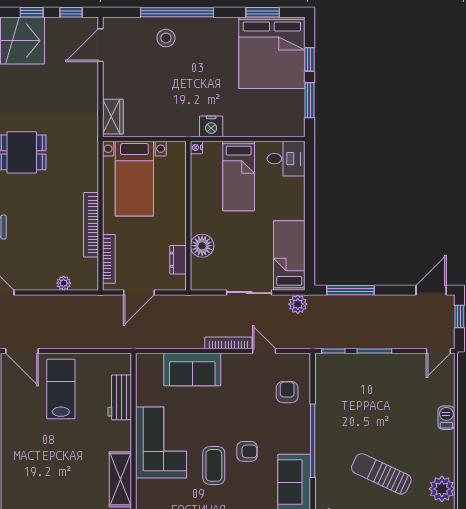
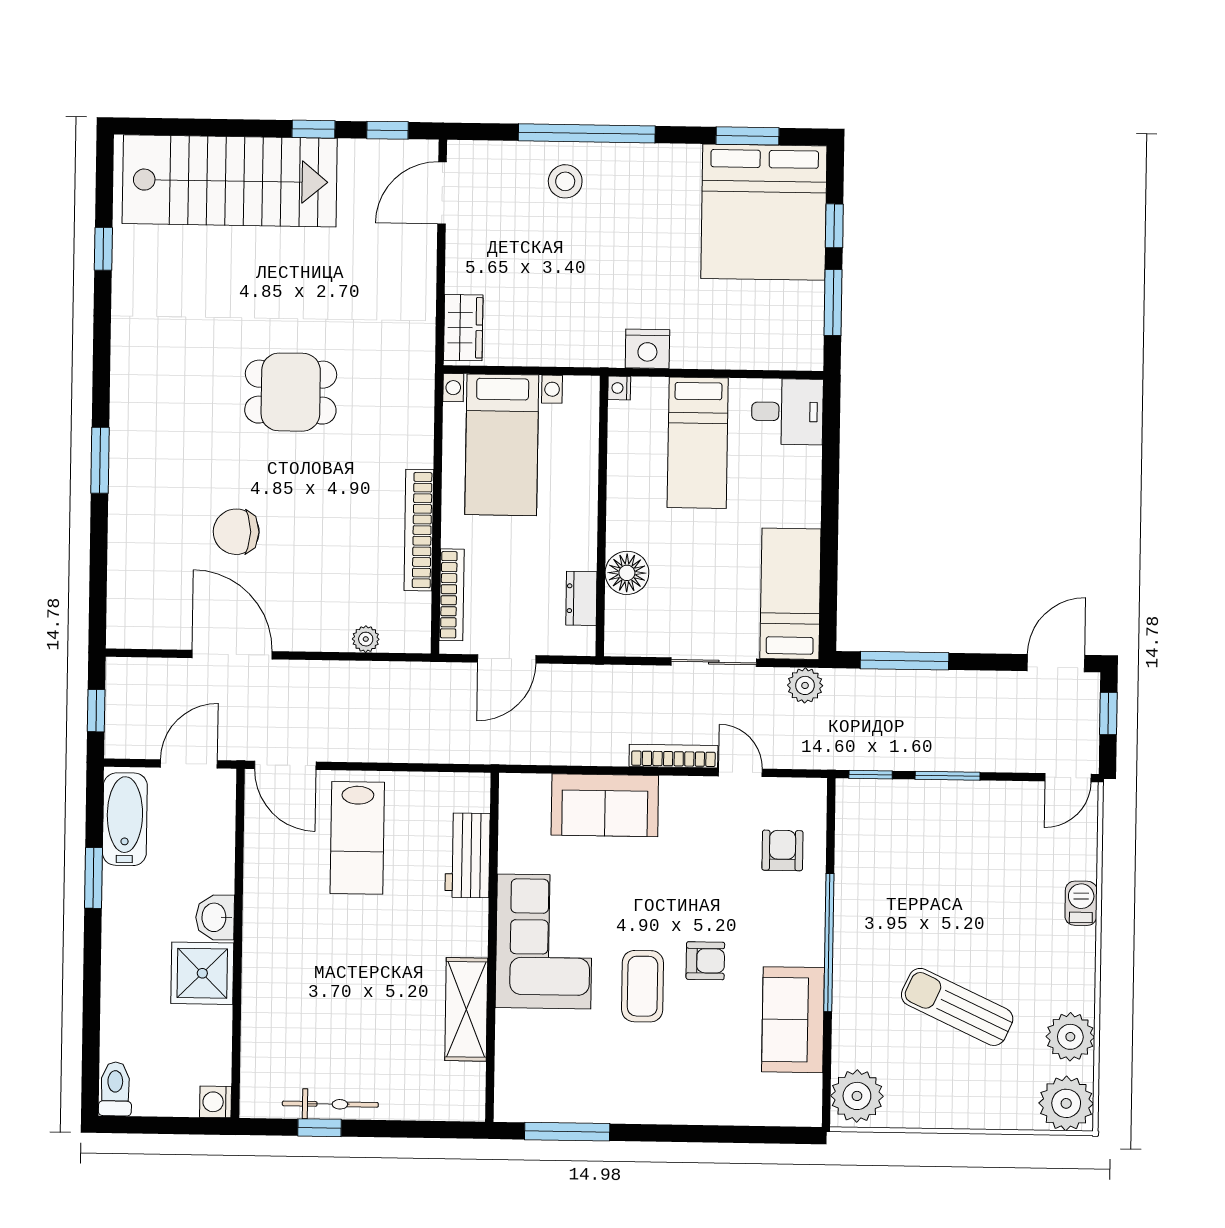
lab bench: (61, 389) -> (357, 838), turned 180

